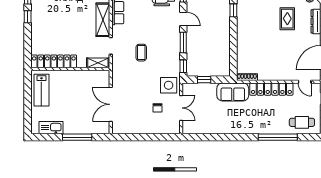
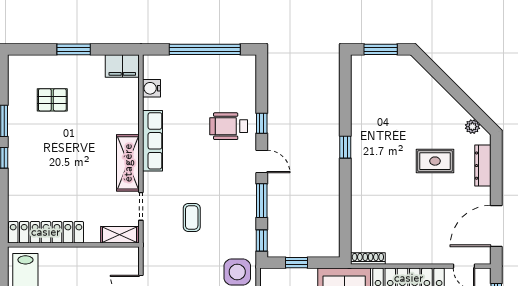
rug: (287, 19) -> (435, 161), turned 90

